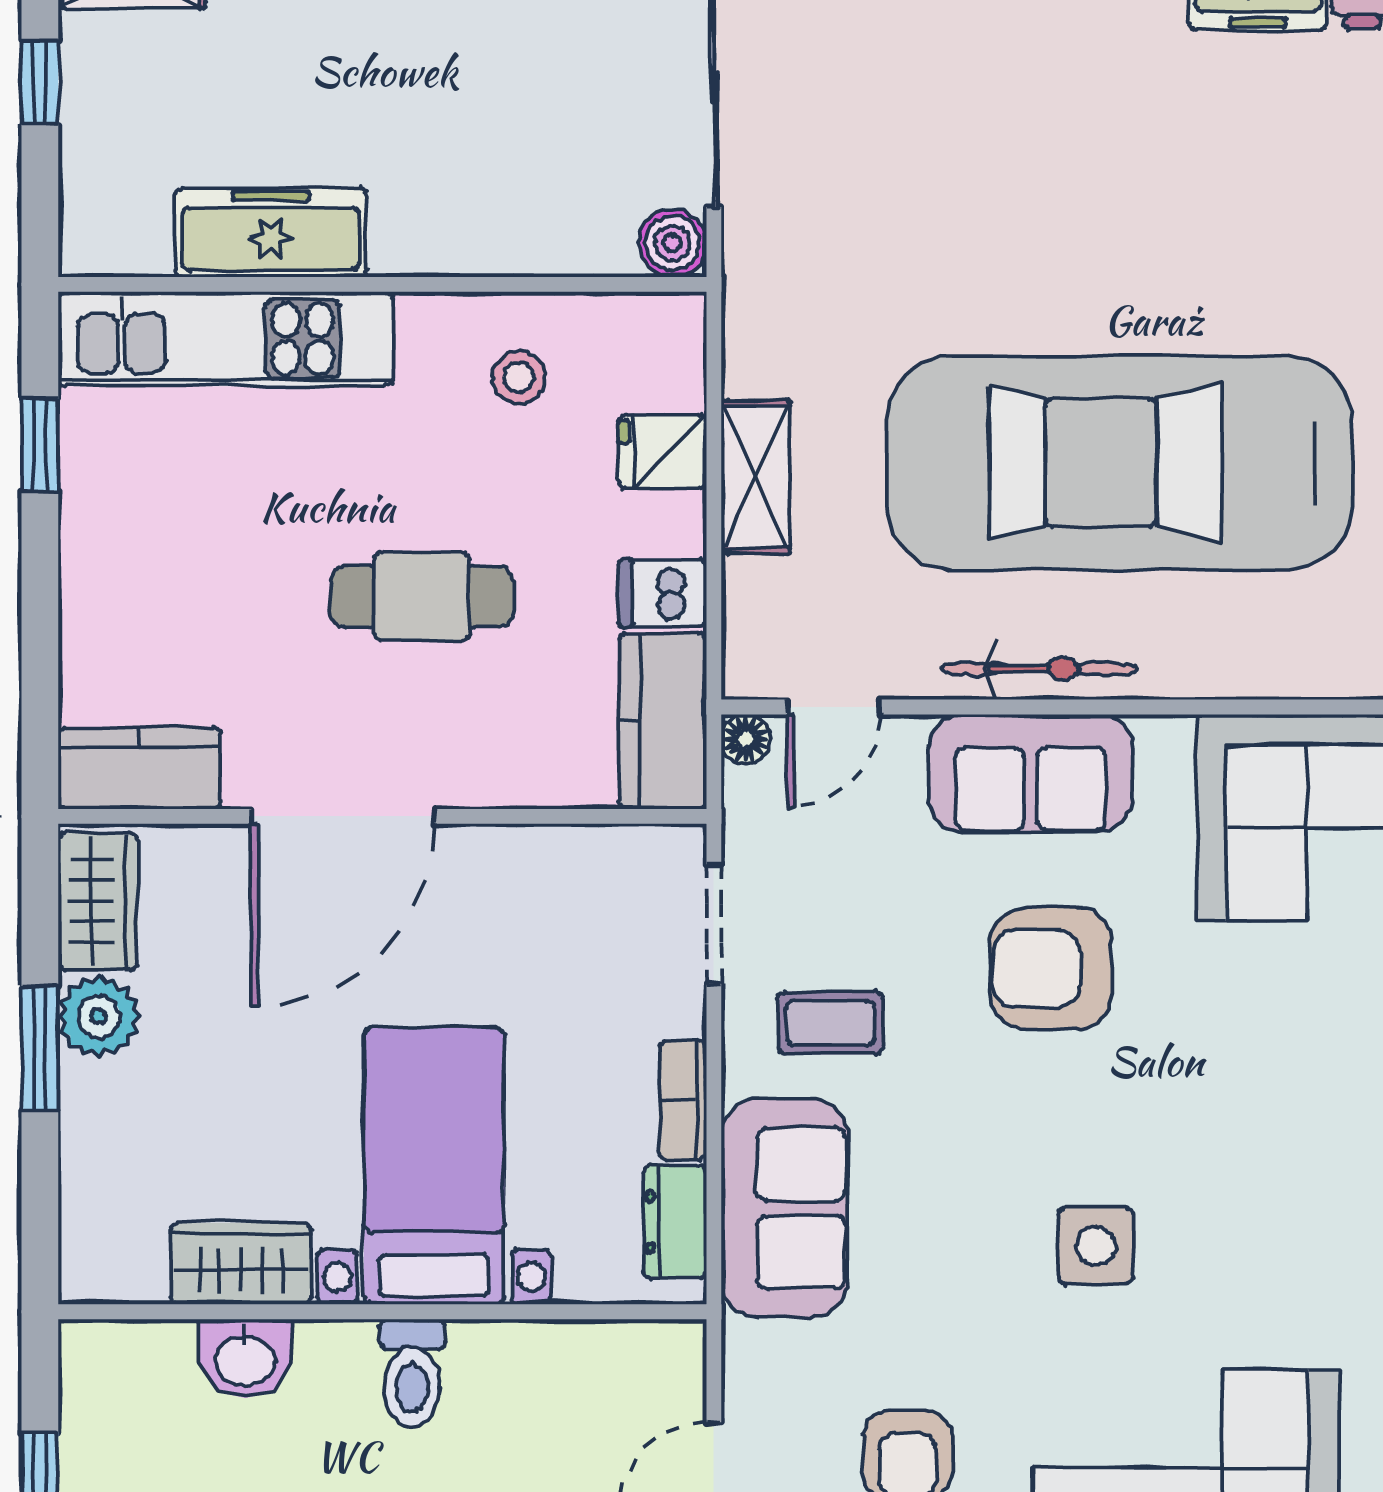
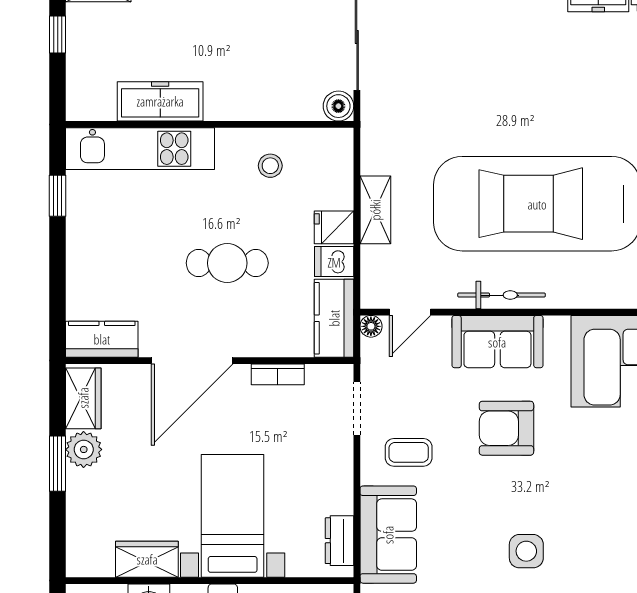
fridge: (662, 451) -> (334, 227), moved
bookcase: (683, 1100) -> (278, 374), moved, turned -90

